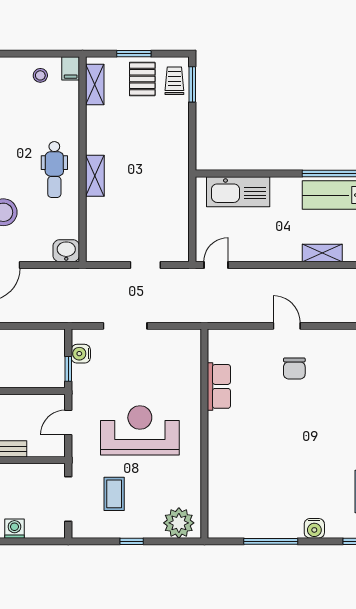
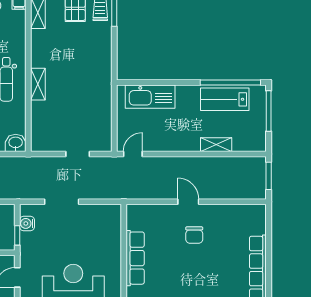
row of seats: (219, 386) -> (135, 258), width x1.48

